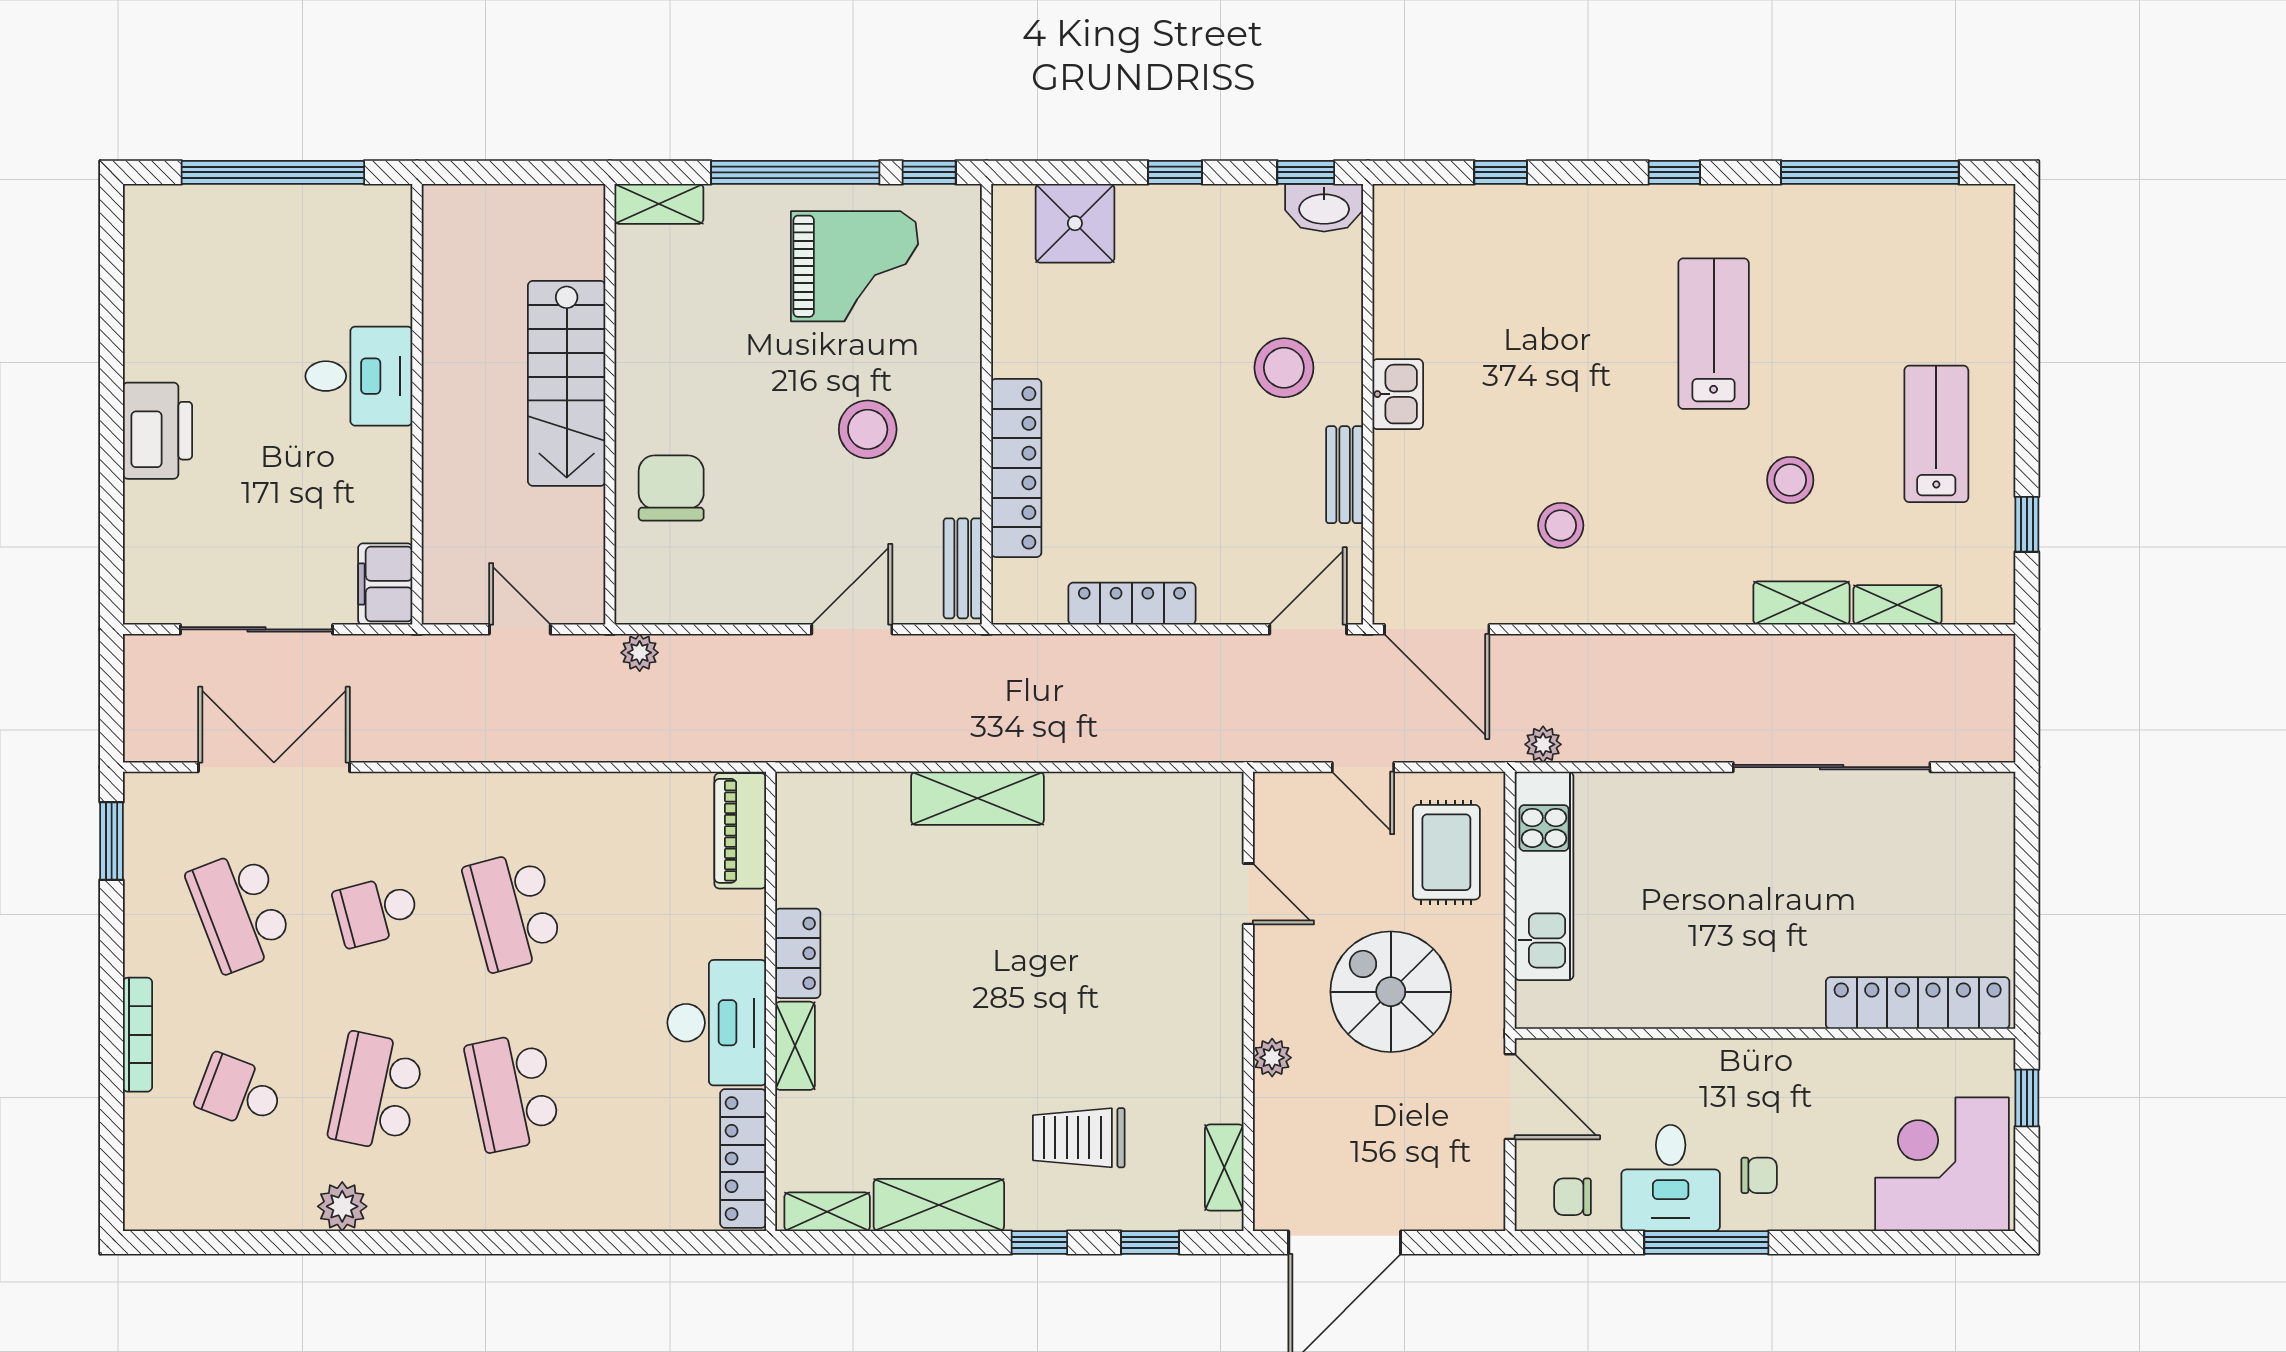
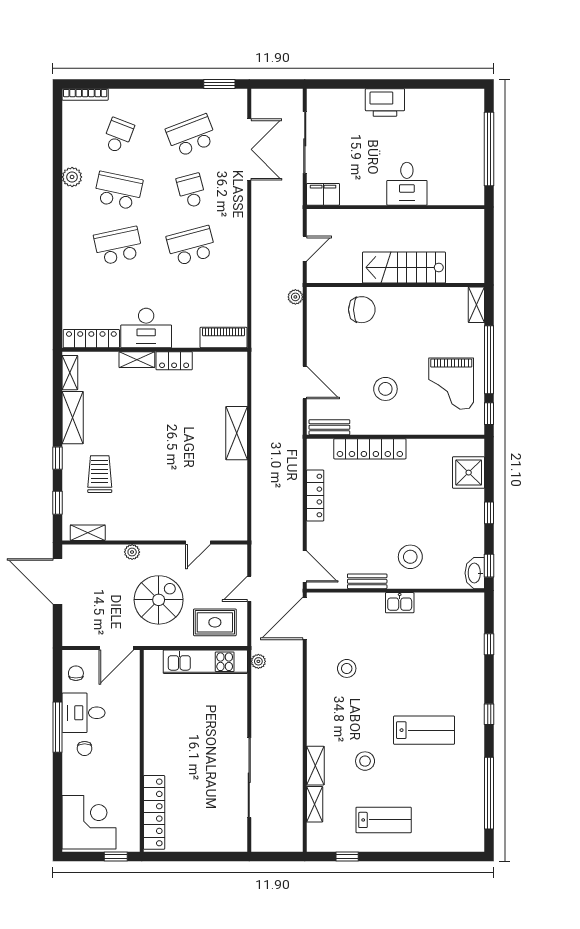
bookcase: (138, 1035) -> (85, 94), moved

